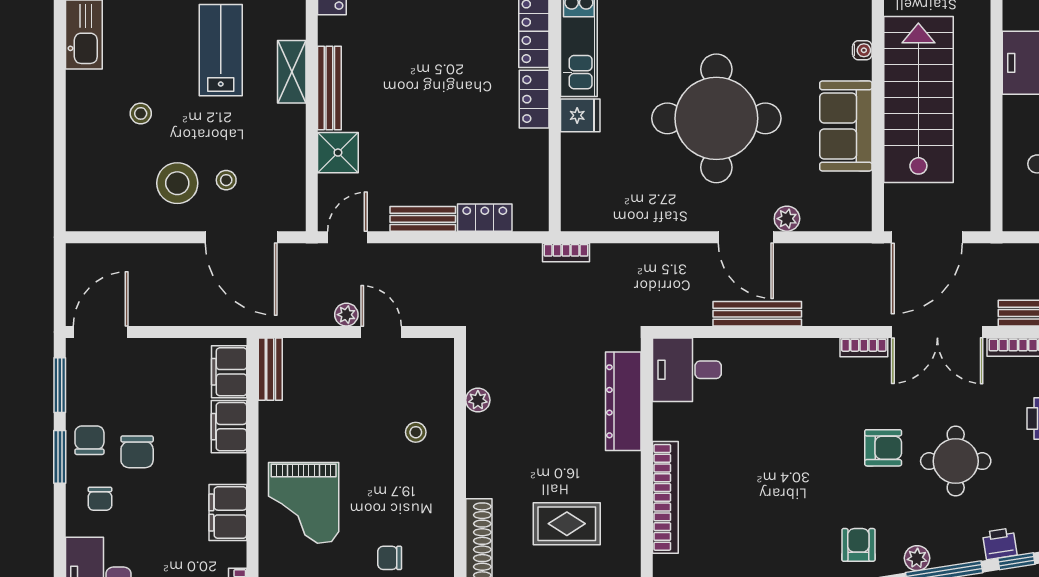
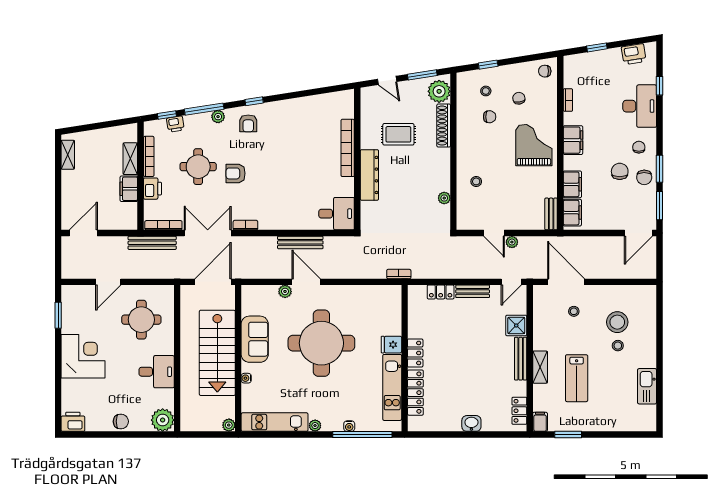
stool: (177, 183) -> (617, 322), moved
dresser: (623, 401) -> (369, 175), moved

